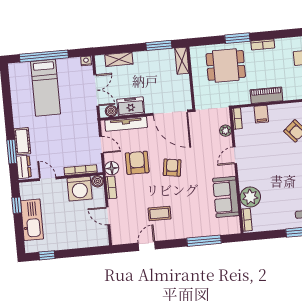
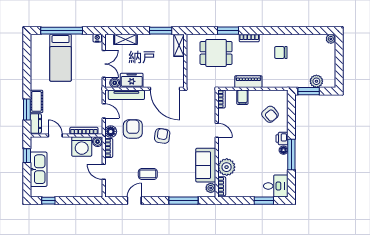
plant: (225, 131) -> (211, 188), moved
door: (235, 155) -> (217, 130), swing flipped

